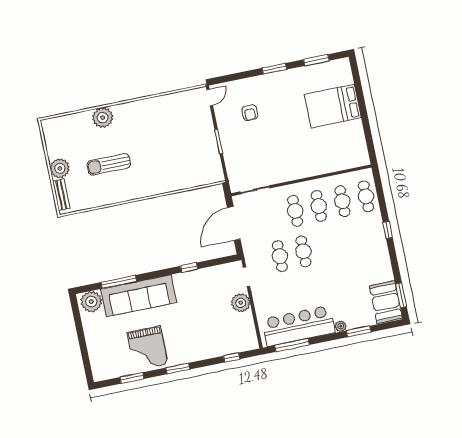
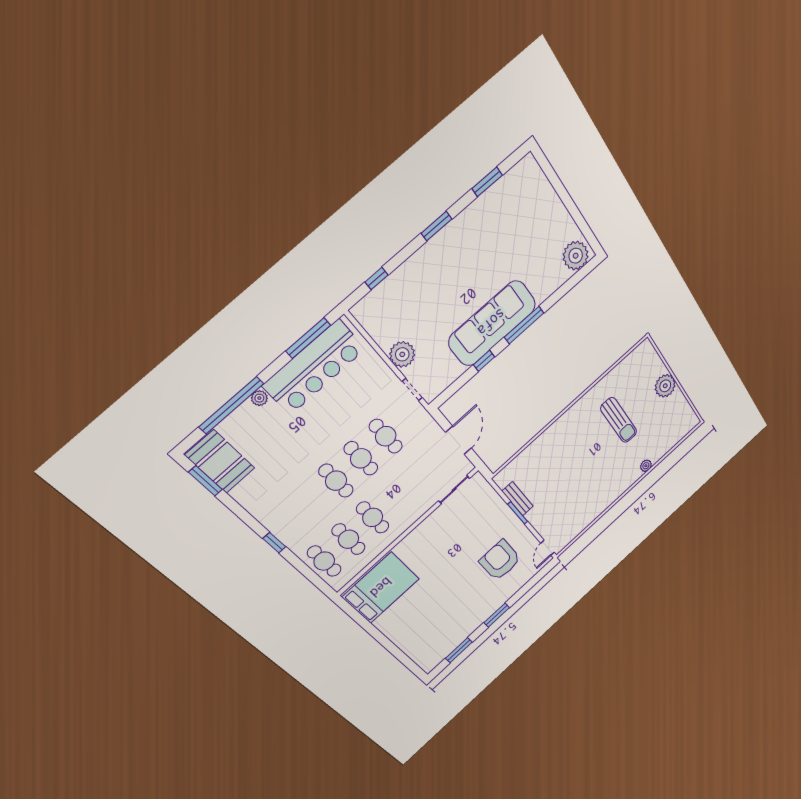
bed: (333, 106) -> (381, 588), moved
armchair: (250, 113) -> (500, 560), width x1.88, depth x1.88
plant: (103, 118) -> (646, 466), width x0.53, depth x0.53
sun lounger: (109, 164) -> (619, 420), turned 90
bench: (61, 195) -> (518, 499), moved
cafe table: (295, 211) -> (336, 481), moved
door: (234, 223) -> (459, 440), width x0.73
window: (119, 282) -> (524, 325), moved
sofa: (139, 296) -> (492, 323), moved
window: (359, 331) -> (231, 405), width x2.11
grand piano: (148, 348) -> (486, 233), removed

